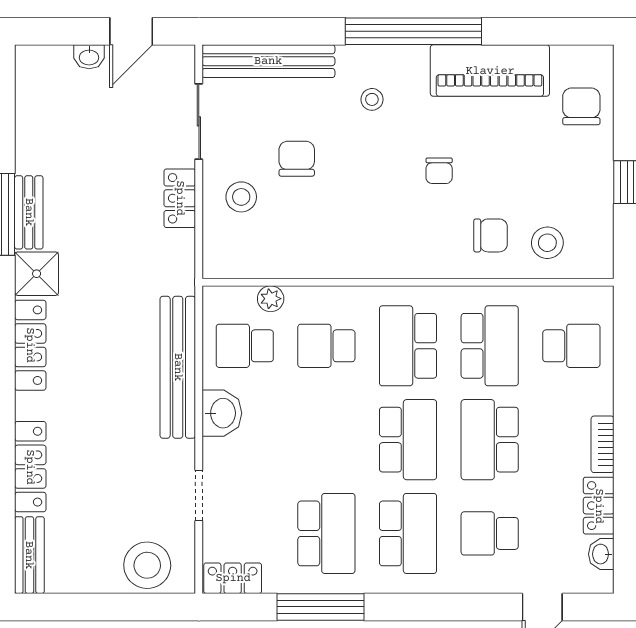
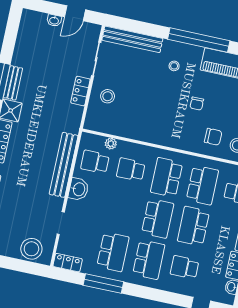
chair: (297, 159) -> (135, 85), removed

